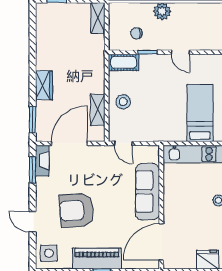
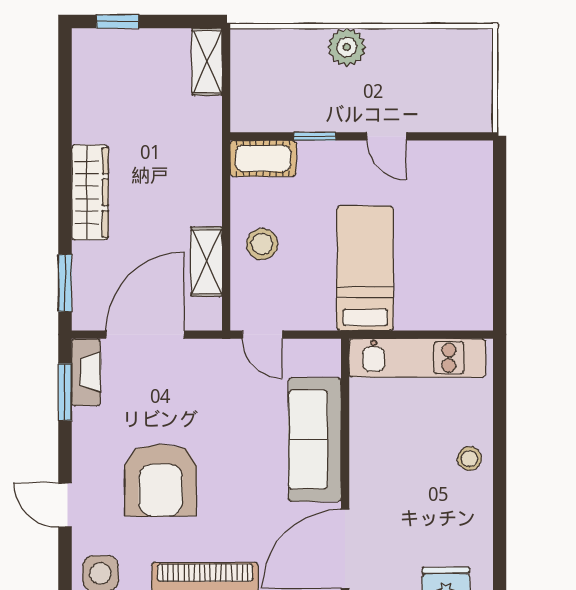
chair: (137, 33) -> (291, 95), removed
wardrobe: (44, 85) -> (90, 192), width x1.50
bed: (200, 113) -> (365, 268), moved
armchair: (76, 210) -> (161, 480), turned -86

